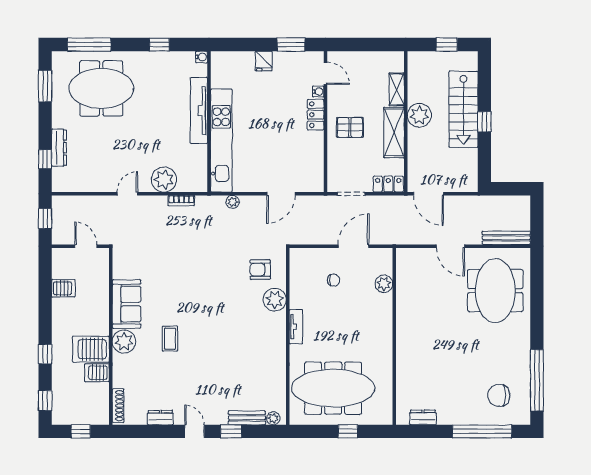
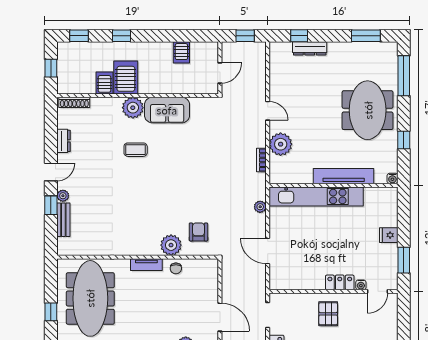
meeting table: (101, 88) -> (368, 110), moved
chair: (333, 280) -> (176, 268), moved
plant: (273, 418) -> (63, 196), moved

